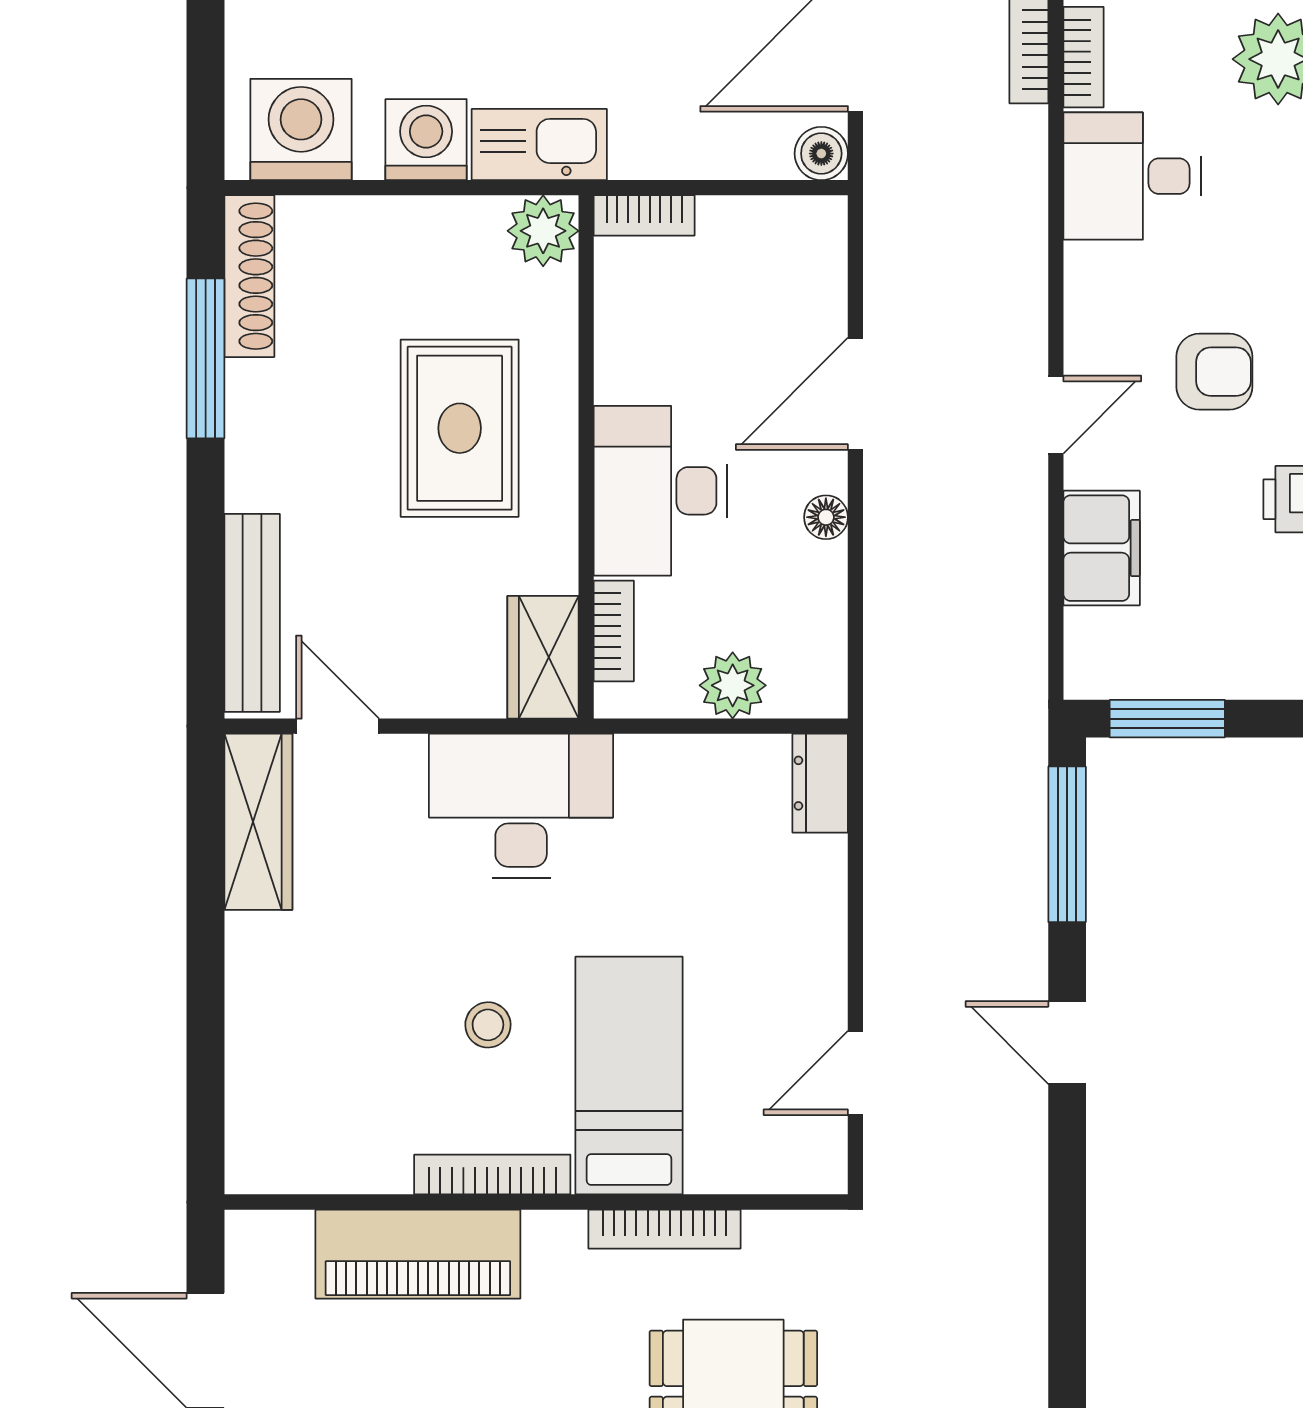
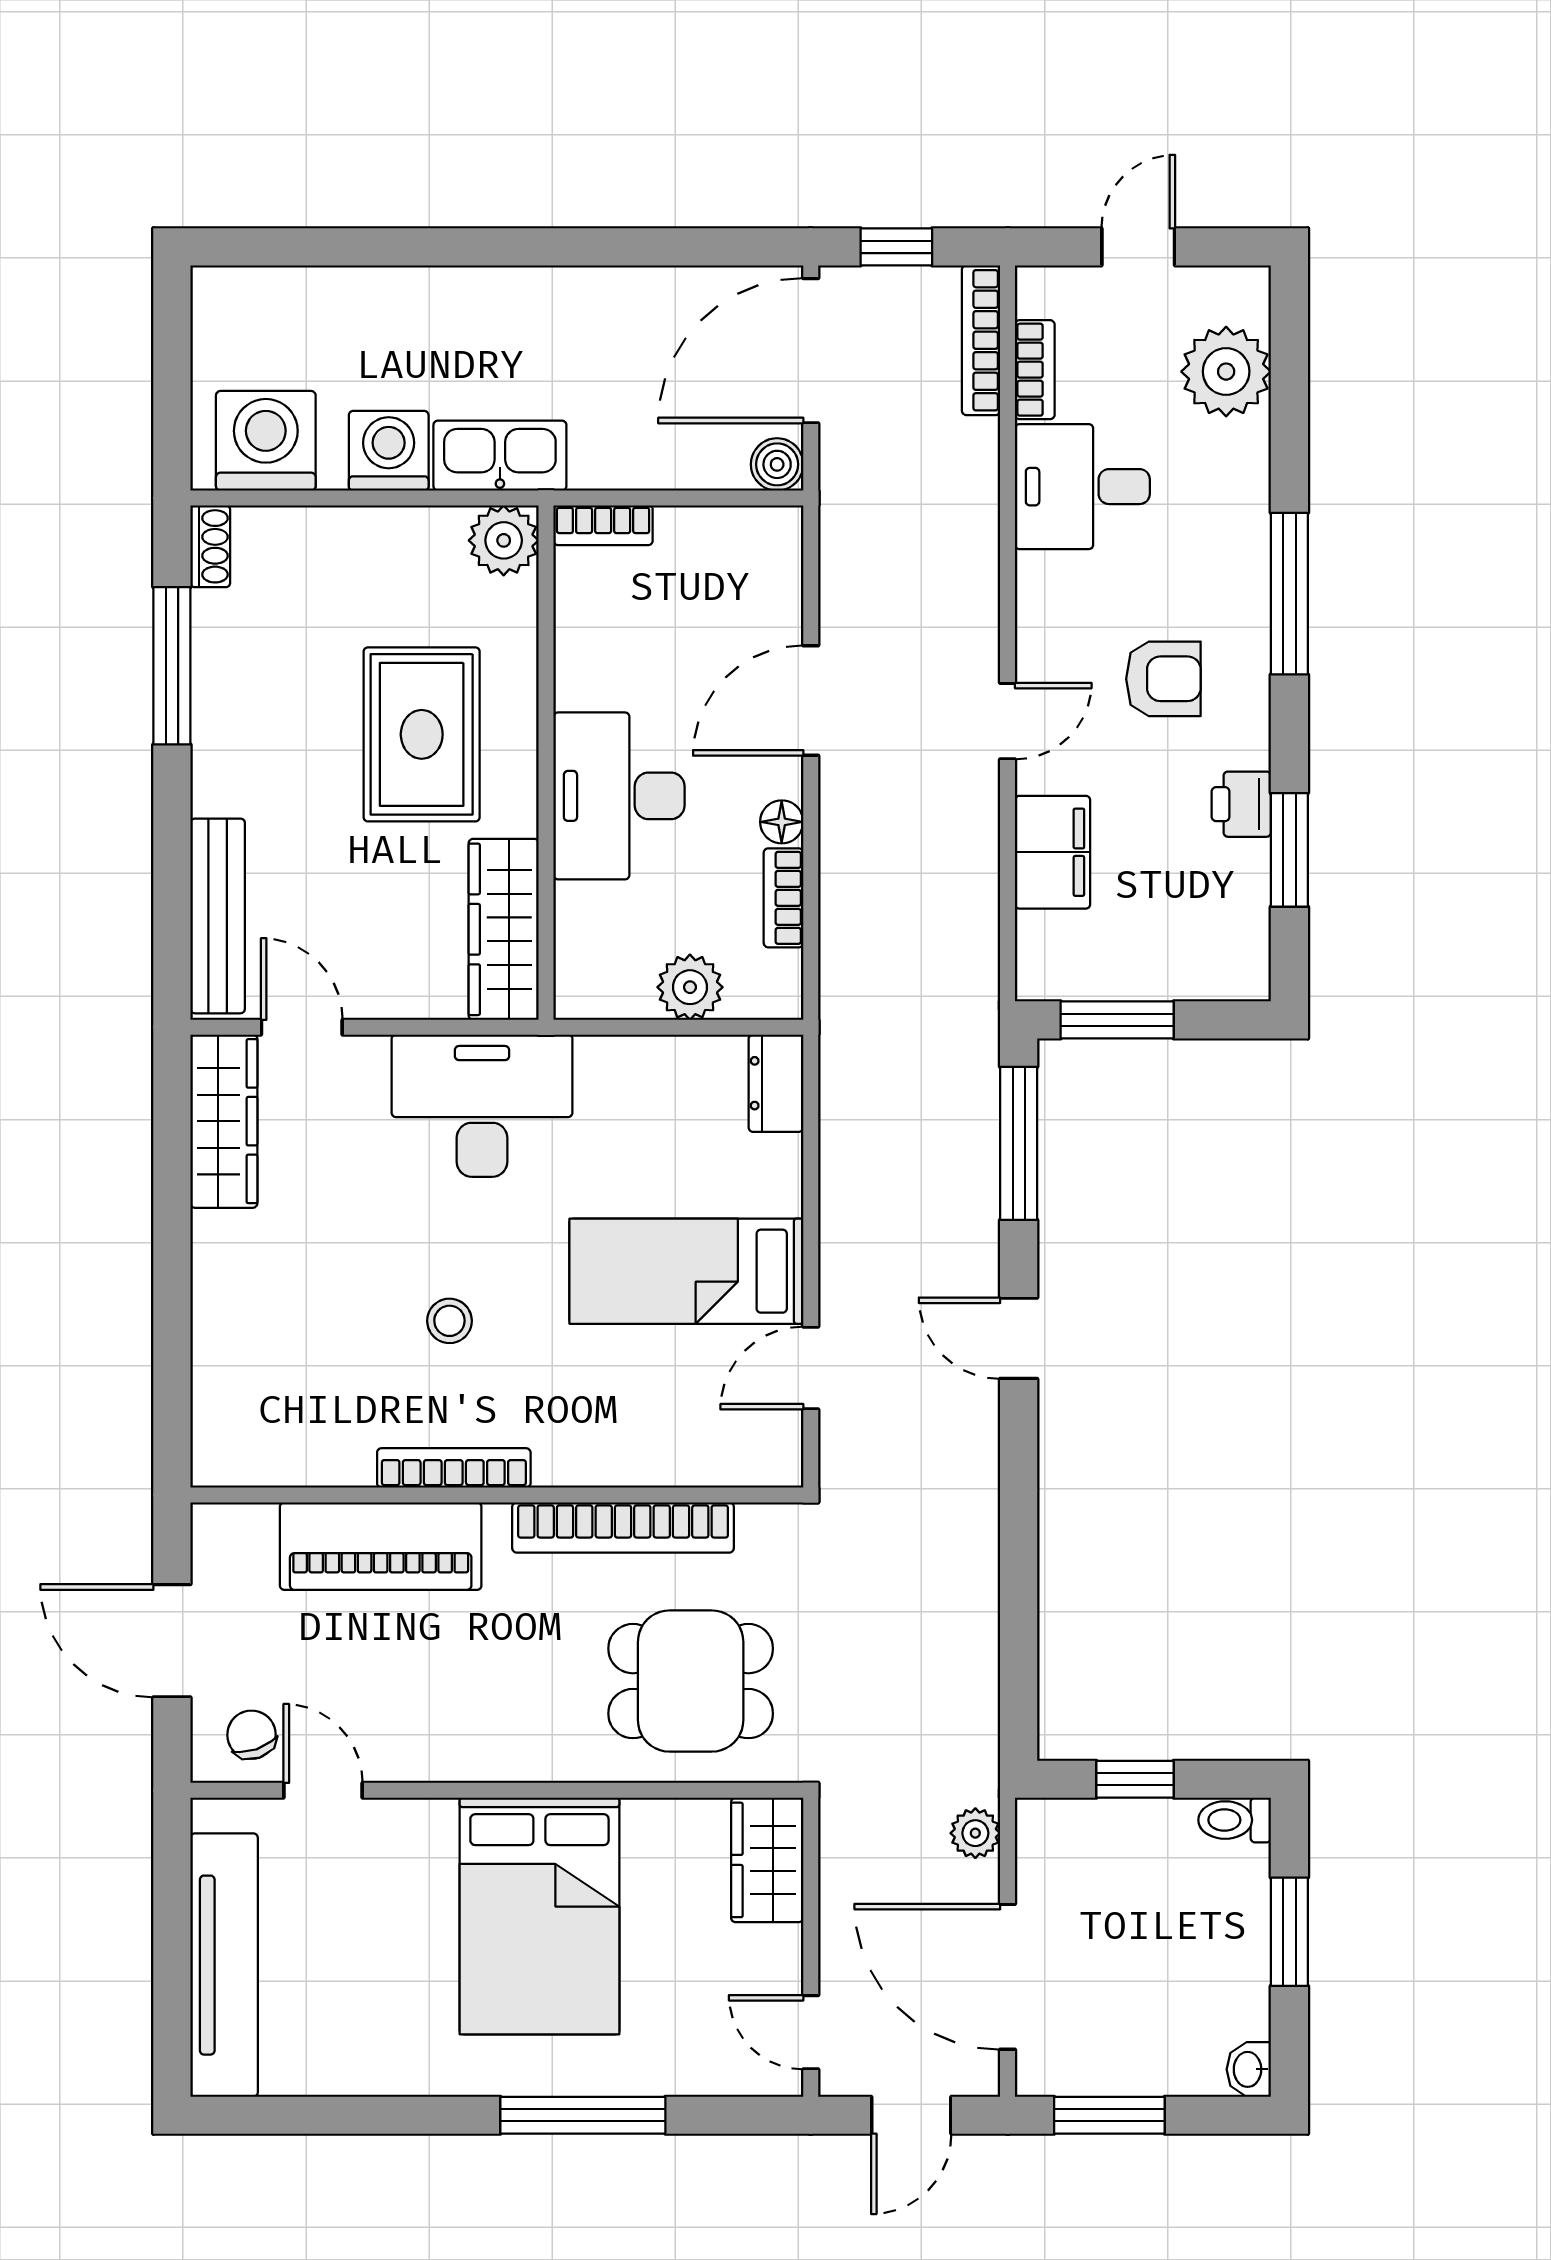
shoe rack: (249, 276) -> (210, 546), width x0.51, depth x0.81
bookcase: (614, 631) -> (783, 898), moved, turned 180
wardrobe: (543, 657) -> (504, 929), width x1.50
bed: (629, 1076) -> (686, 1271), moved, turned -90
bookcase: (665, 1229) -> (623, 1527), width x1.48, depth x1.31

